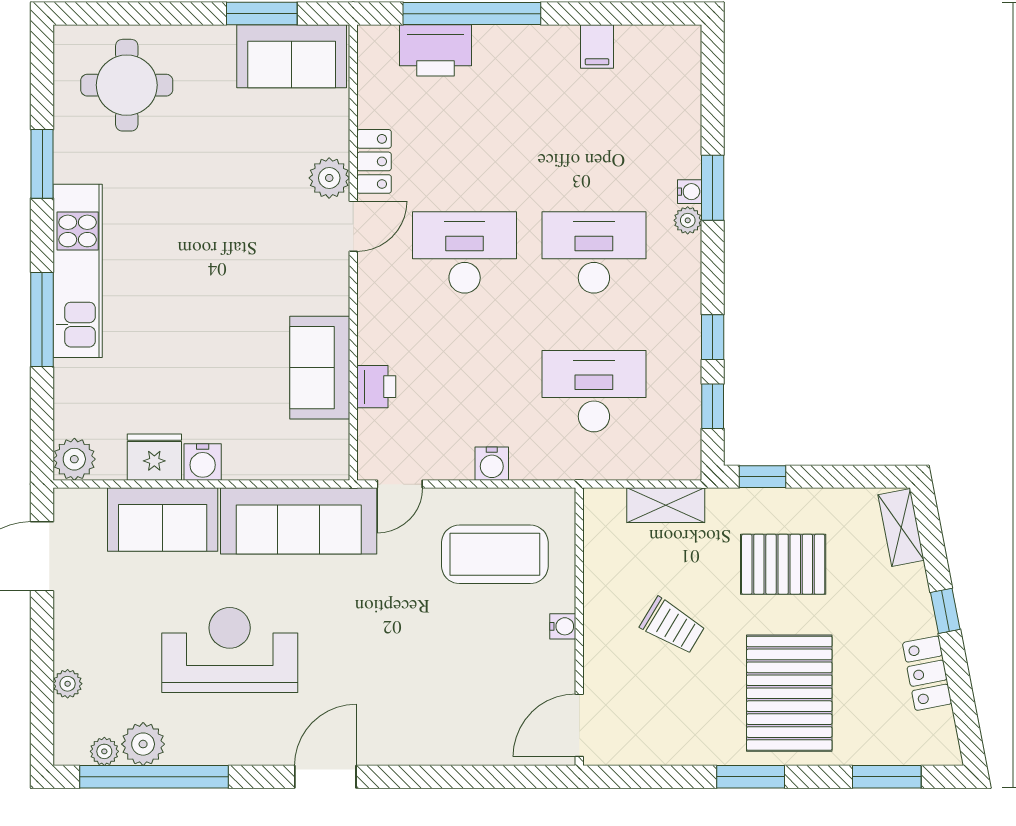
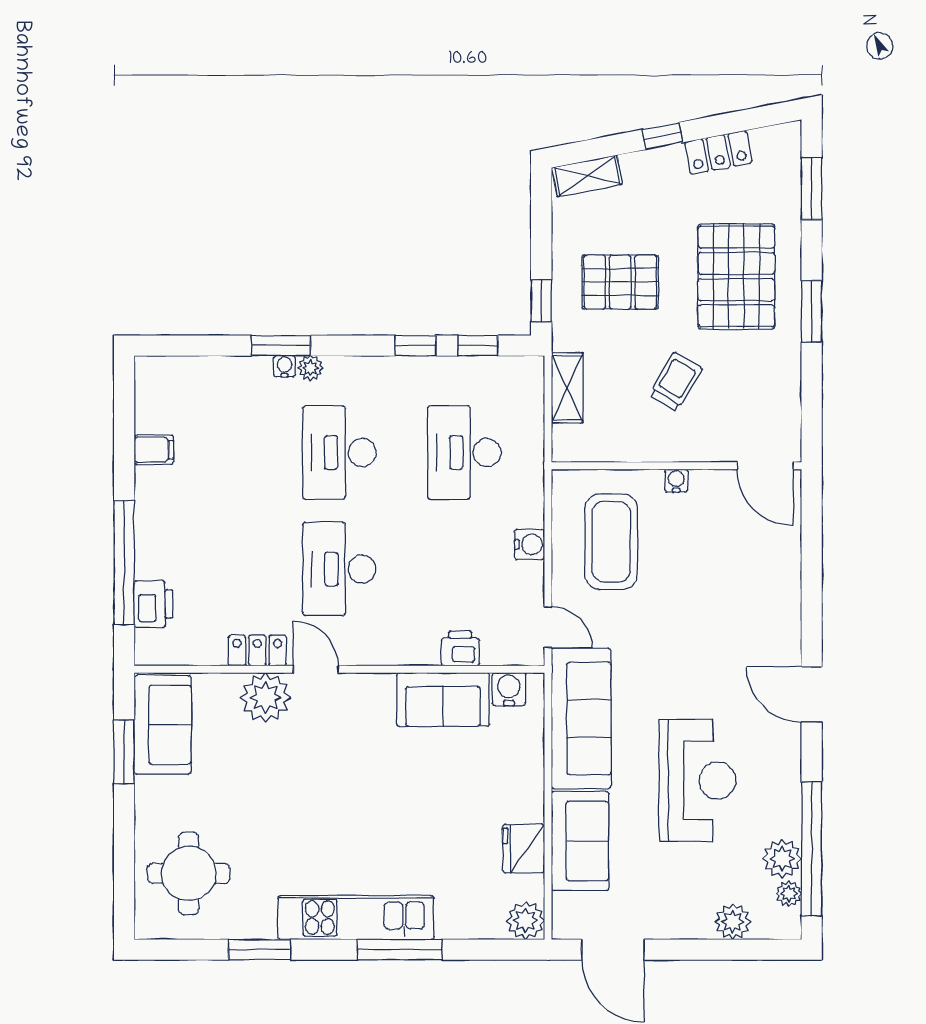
printer: (435, 50) -> (153, 604), width x0.73, depth x0.84
plant: (329, 178) -> (266, 698), width x1.36, depth x1.36
water cooler: (203, 462) -> (509, 689), moved, turned -90
pallet: (783, 564) -> (620, 282), turned 90
reception desk: (230, 650) -> (697, 781), turned 180
plant: (68, 684) -> (733, 922), width x1.38, depth x1.38
pallet: (789, 693) -> (736, 276), turned 90

